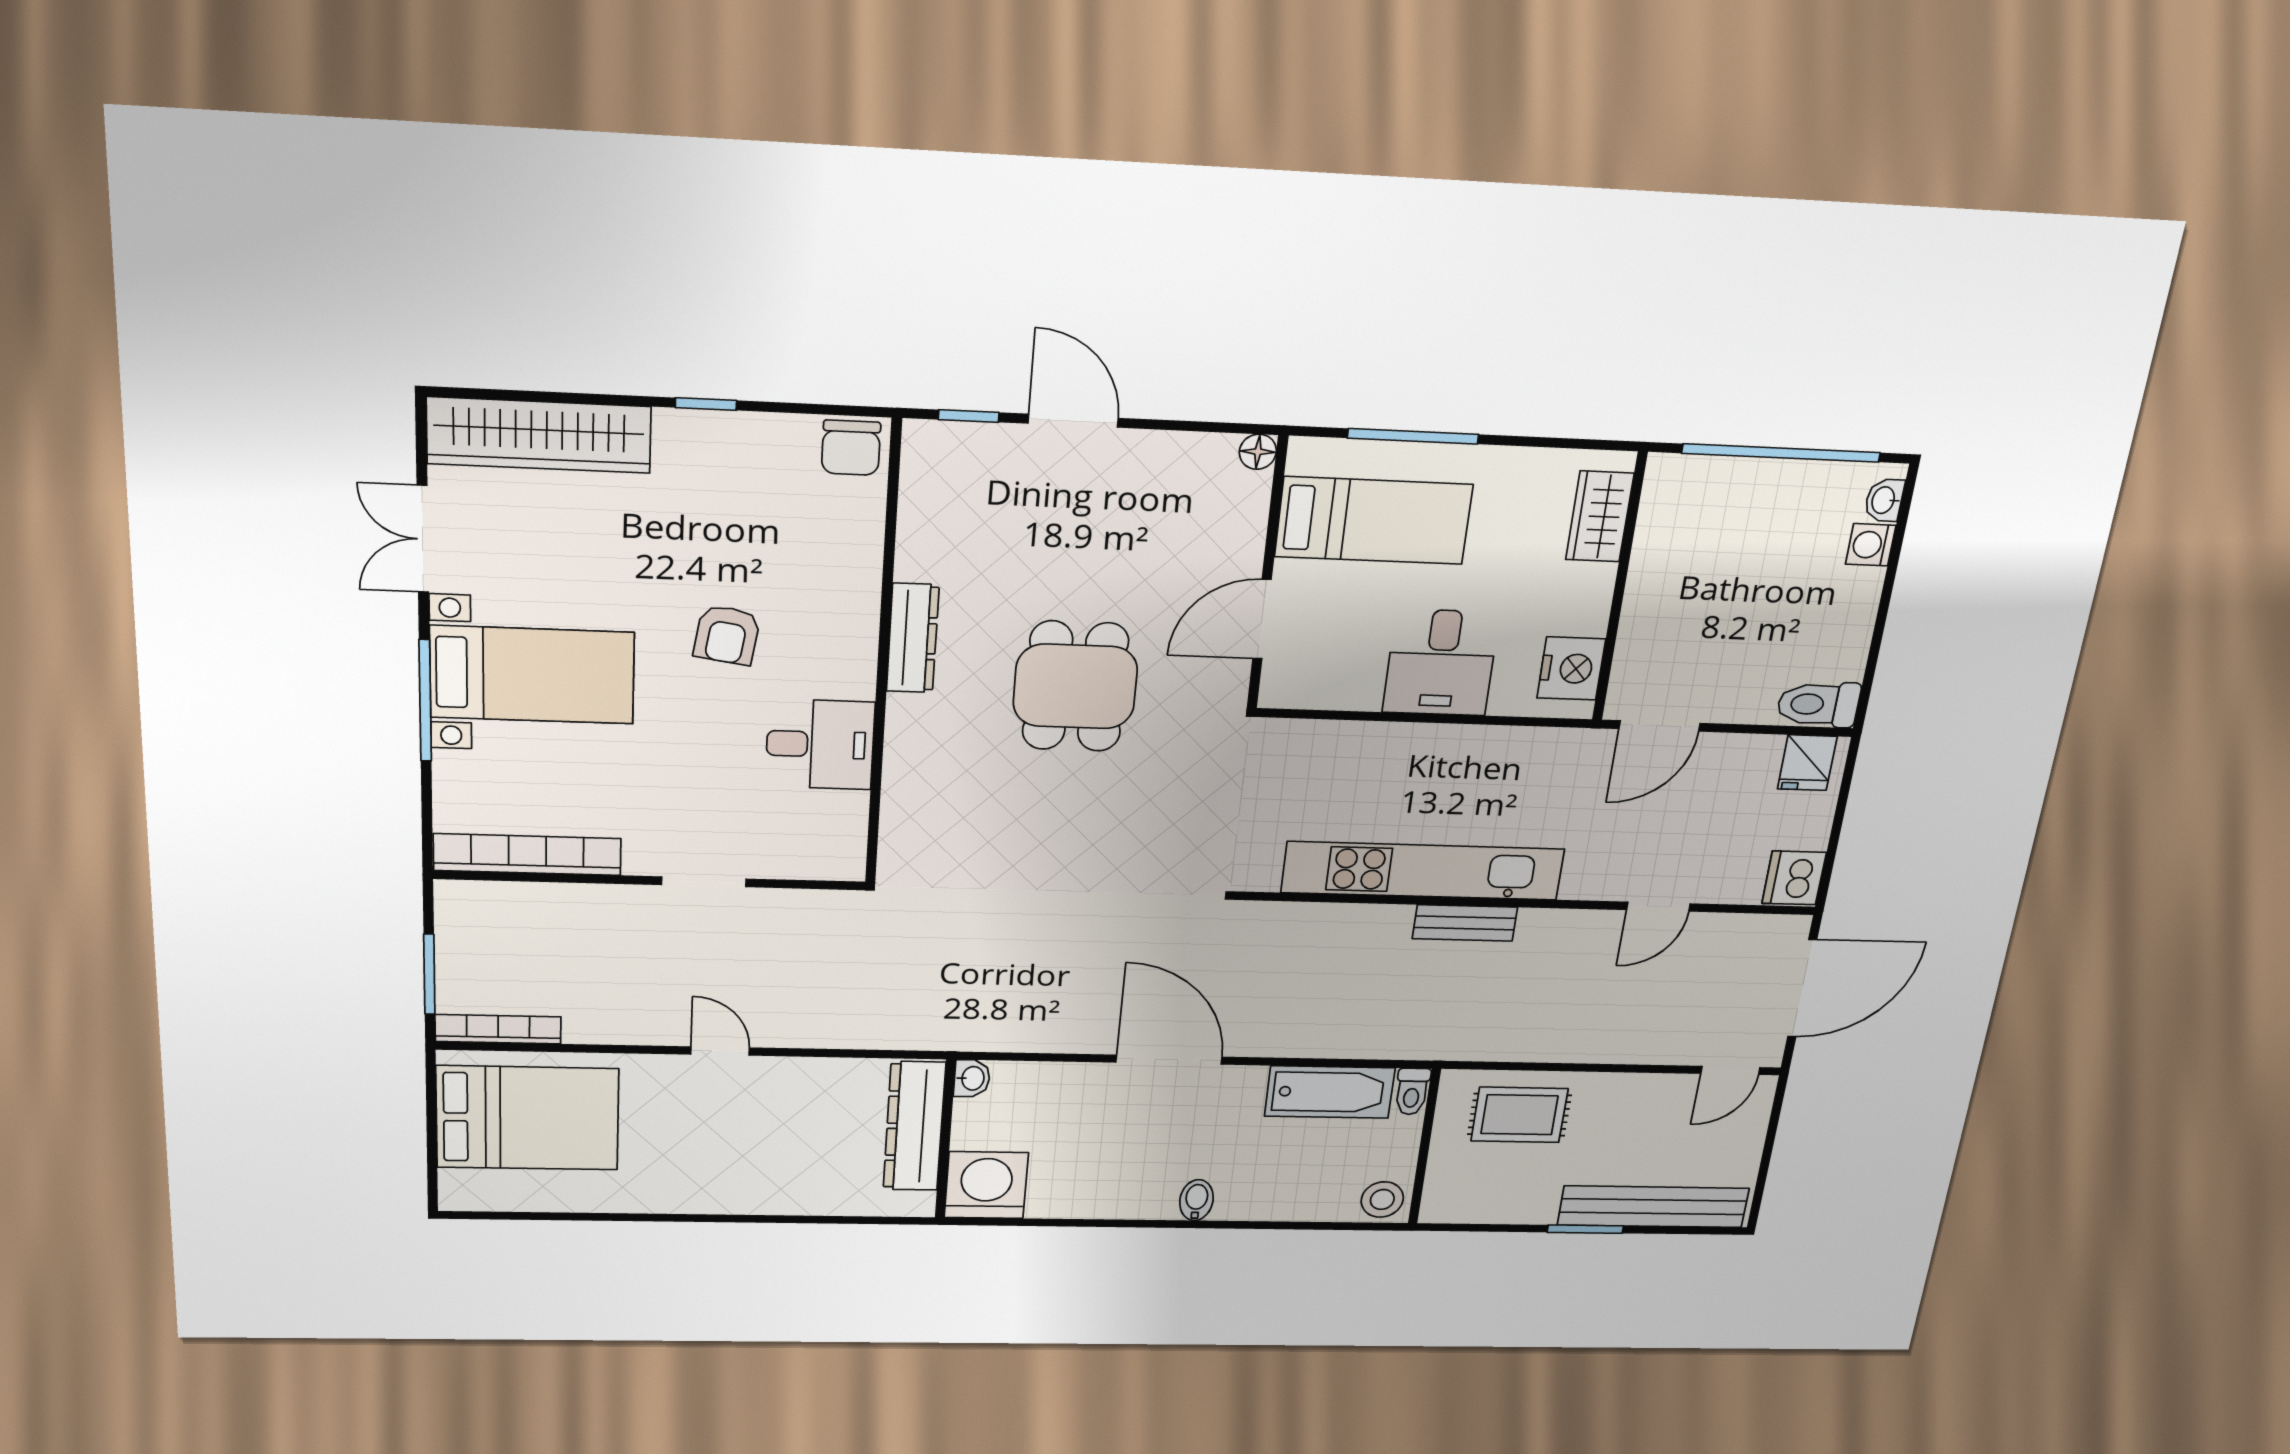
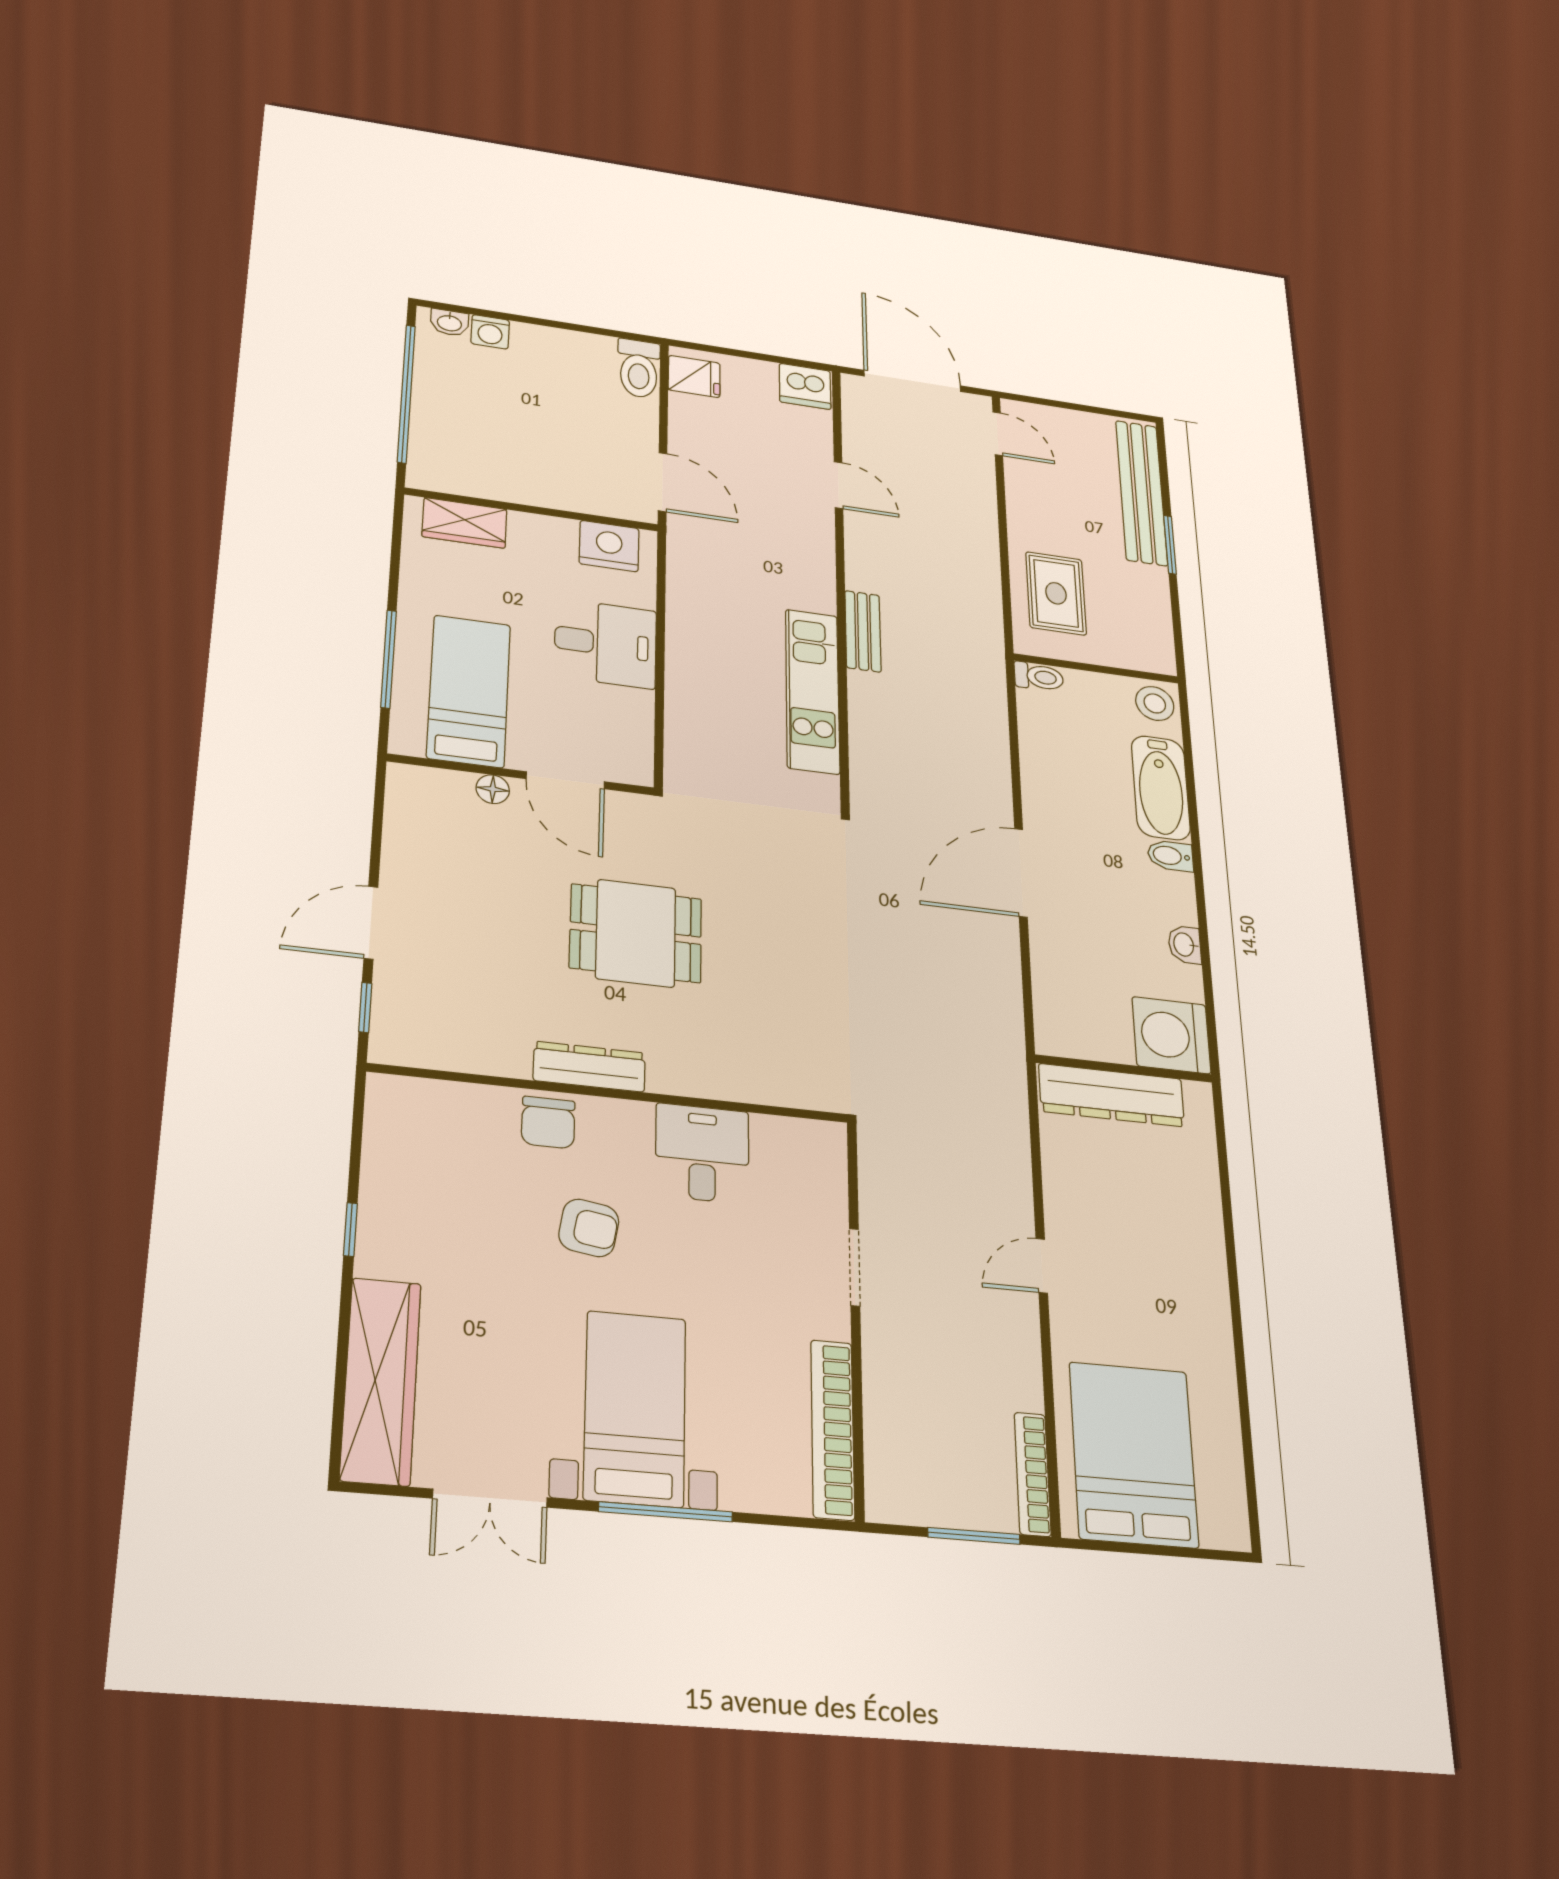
chair: (851, 448) -> (548, 1122), moved, turned 90
floor lamp: (1258, 452) -> (493, 789), moved
kitchen unit: (1423, 871) -> (812, 691), width x0.73
washbasin: (972, 1078) -> (1185, 945), moved, turned -90
bathtub: (1330, 1092) -> (1161, 788), moved, turned 180

